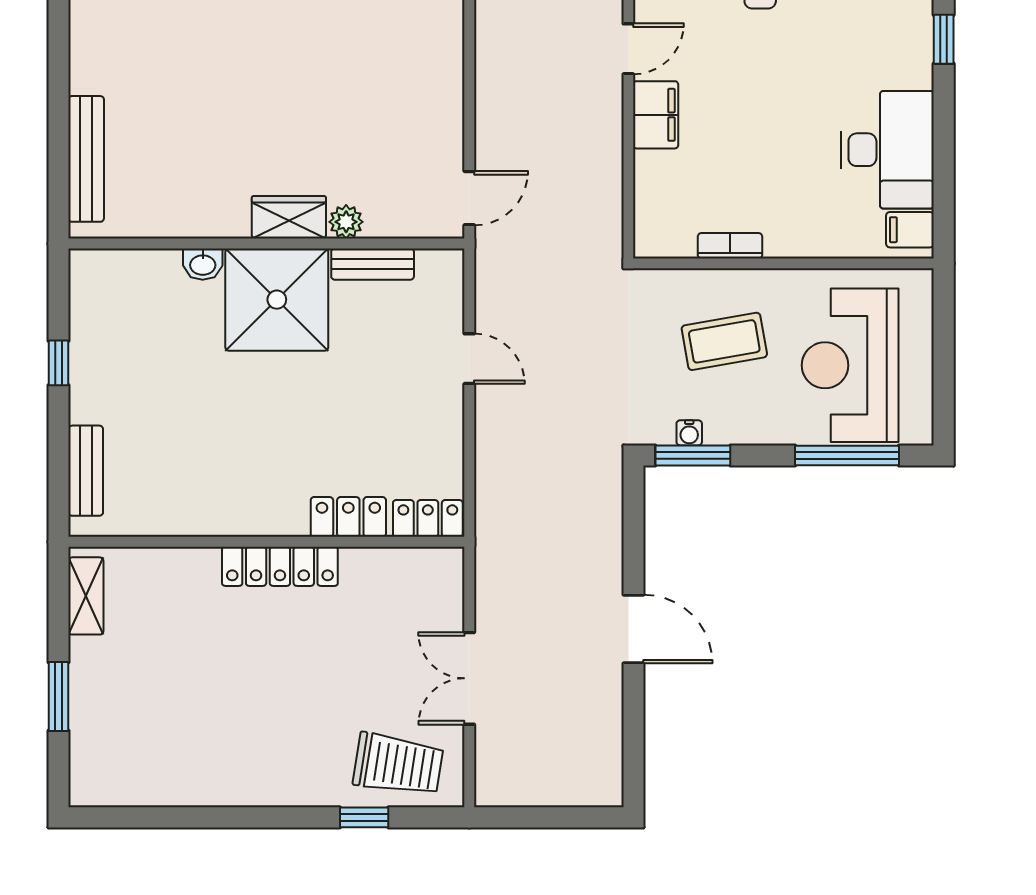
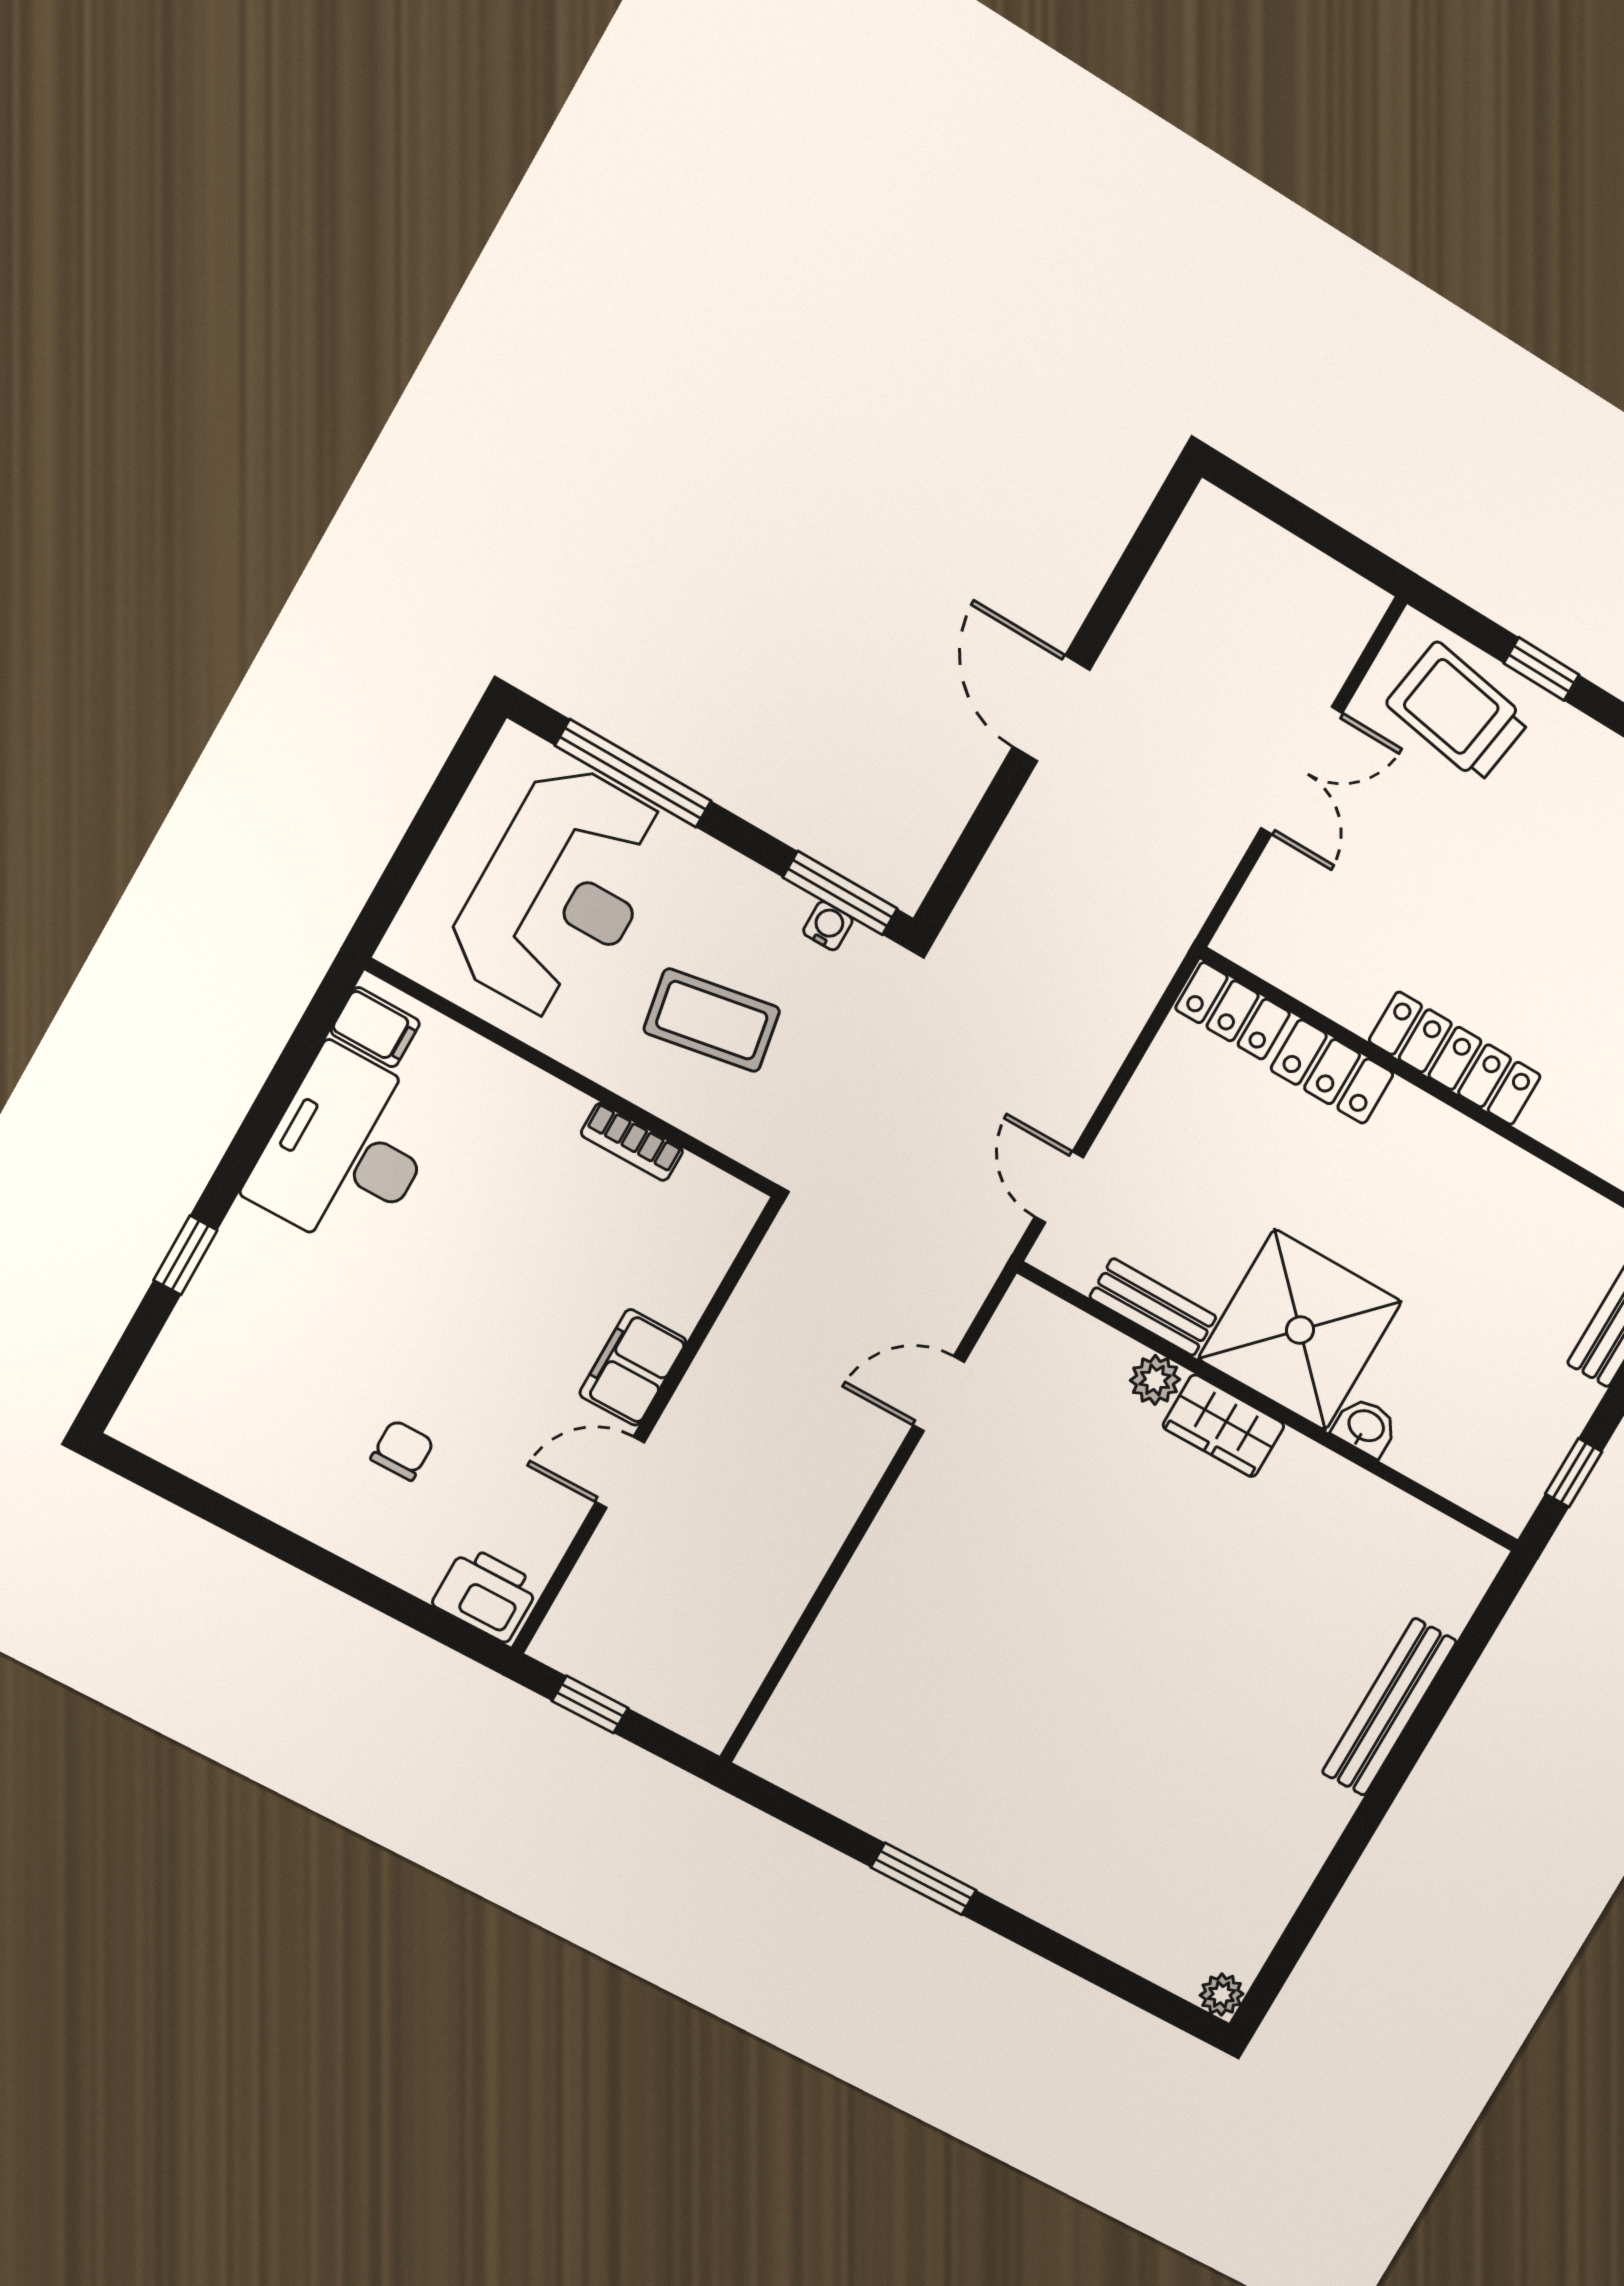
wardrobe: (289, 217) -> (1224, 1426), moved
plant: (346, 222) -> (1155, 1380), moved
wall: (266, 244) -> (1271, 1408), moved
washbasin: (203, 264) -> (1365, 1427), moved
bench: (373, 264) -> (1153, 1307), moved
shower: (277, 300) -> (1300, 1330), moved

